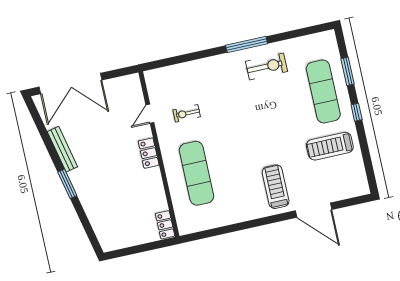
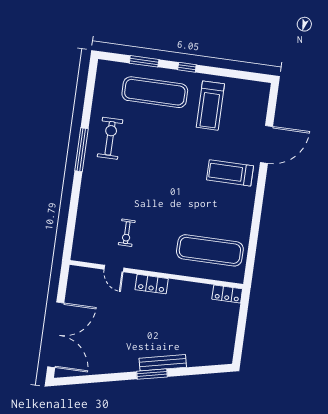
bench: (62, 149) -> (163, 363), moved
exercise mat: (197, 173) -> (210, 250), moved

